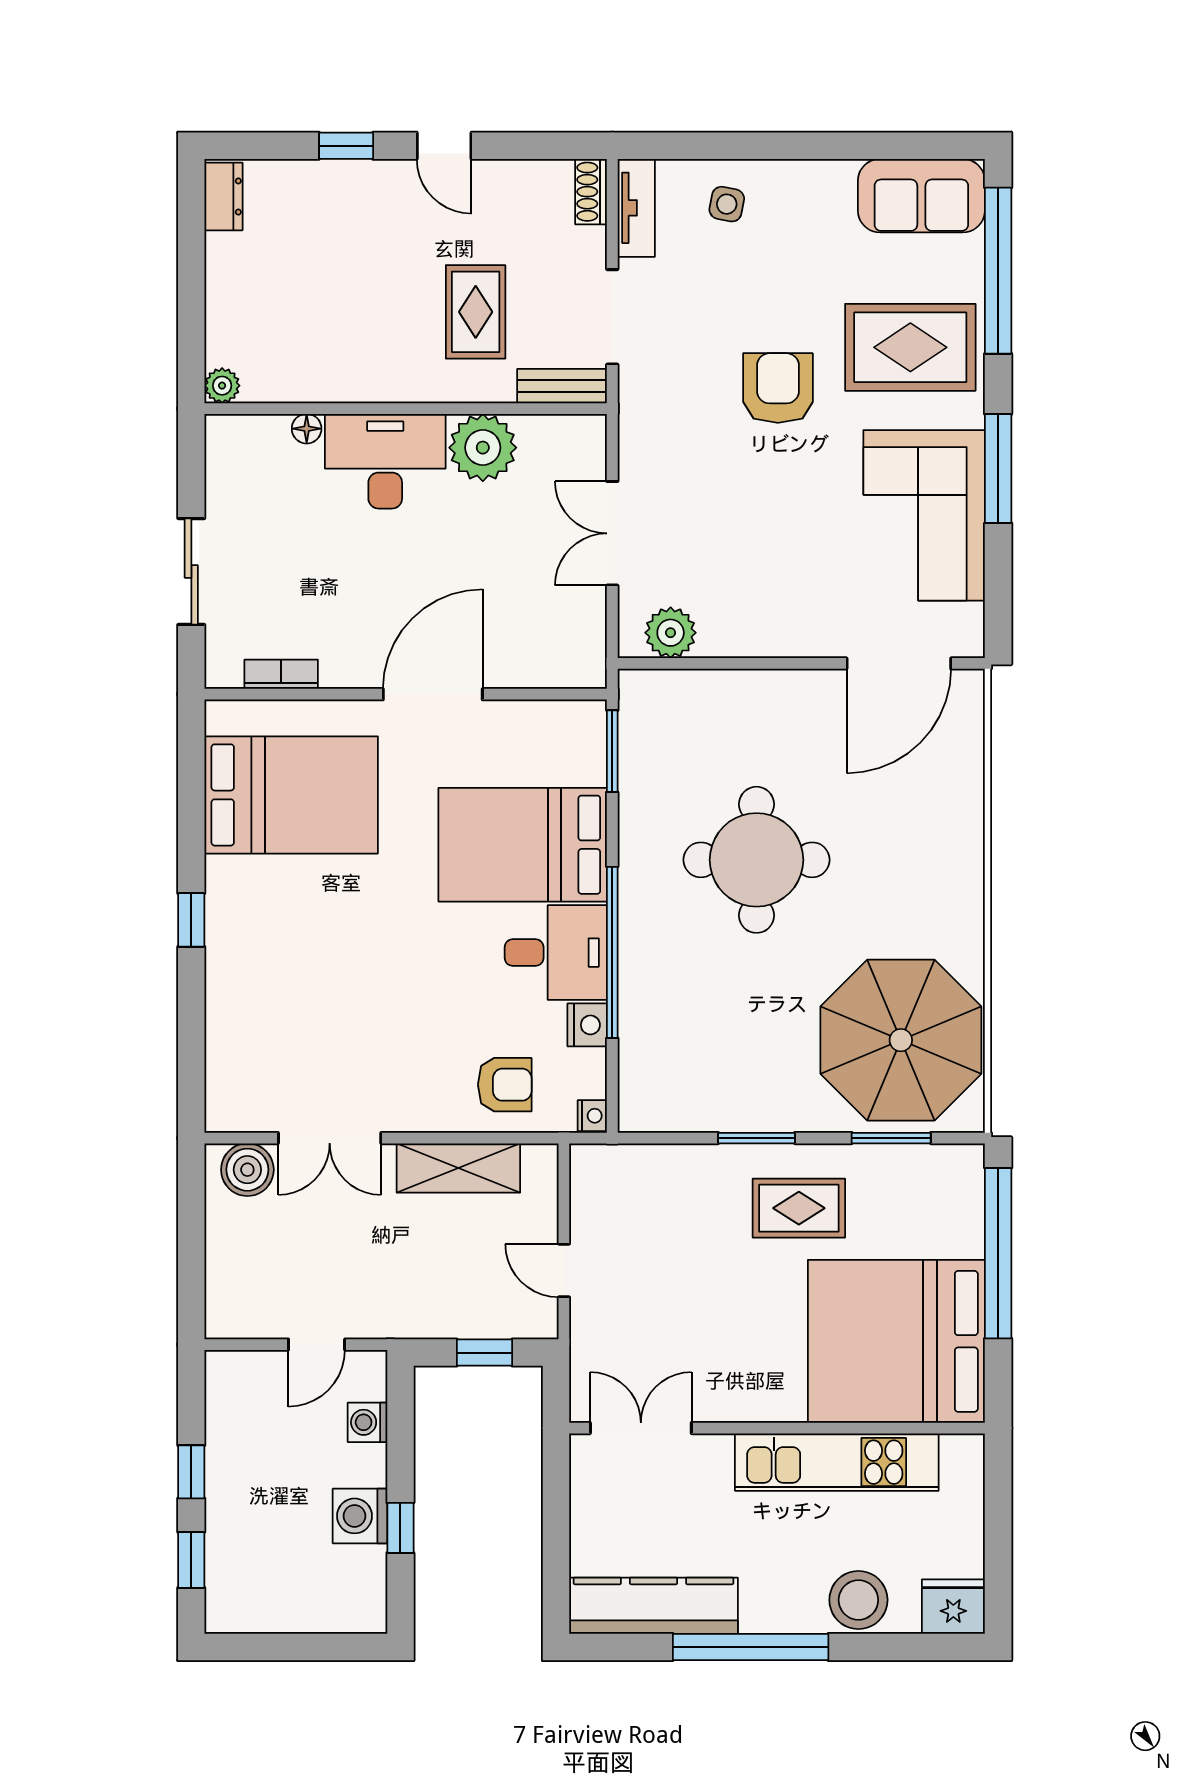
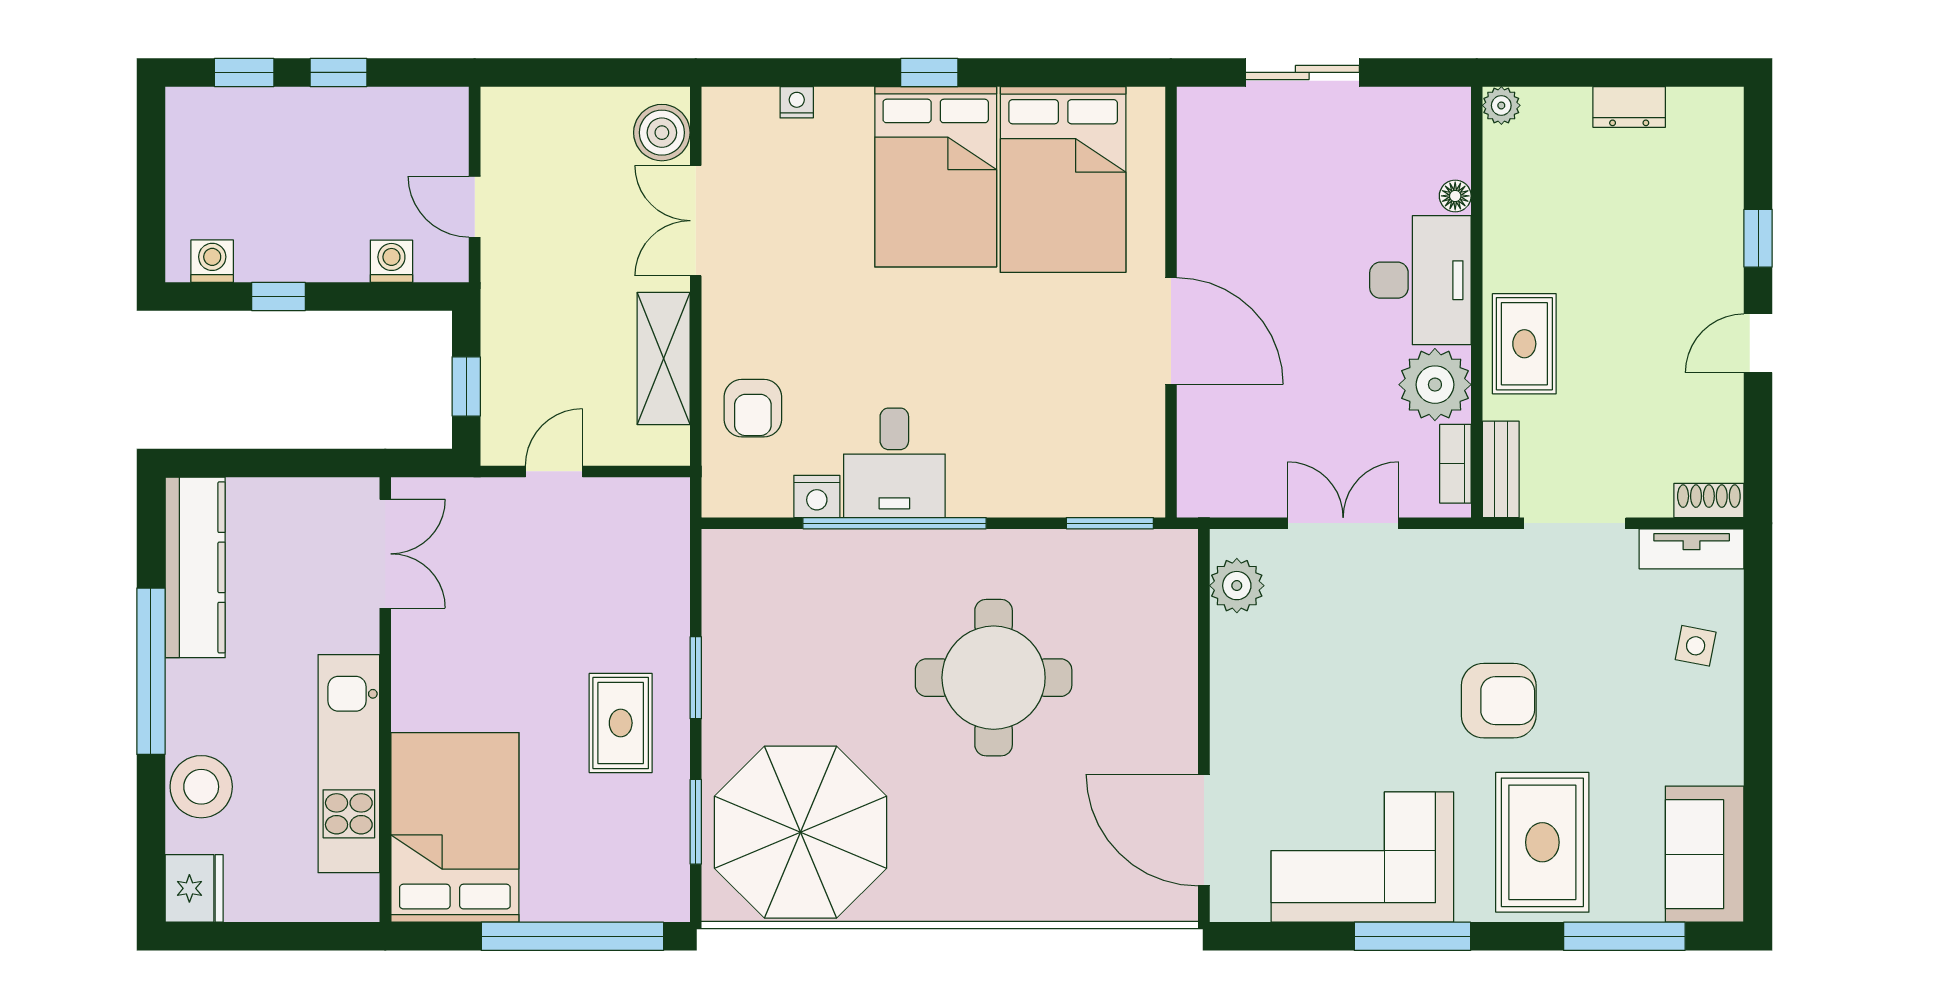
dresser: (223, 197) -> (1629, 107), moved
window: (998, 271) -> (1624, 936), width x0.68
rug: (476, 312) -> (1524, 344), moved, turned 90
bookcase: (281, 674) -> (1455, 464), moved, turned 180
bed: (523, 845) -> (936, 177), moved, turned 180
nightstand: (592, 1116) -> (797, 102), moved, turned 180
bed: (896, 1341) -> (455, 827), width x0.73
washing machine: (360, 1516) -> (212, 261), moved, width x0.73, depth x0.73

